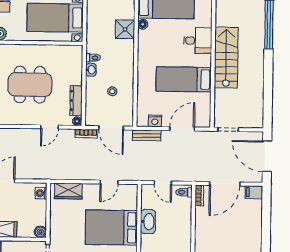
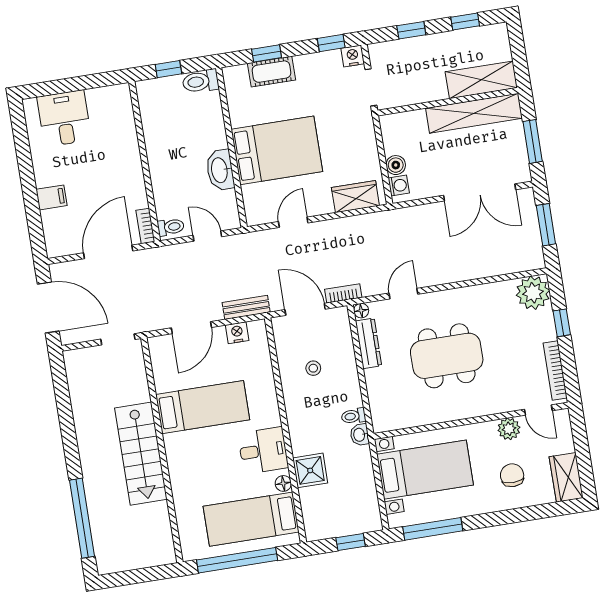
desk: (198, 41) -> (263, 451), moved, turned 180
washbasin: (91, 70) -> (360, 435), moved
filing cabinet: (254, 192) -> (52, 197), moved
boiler: (40, 232) -> (396, 165), moved

